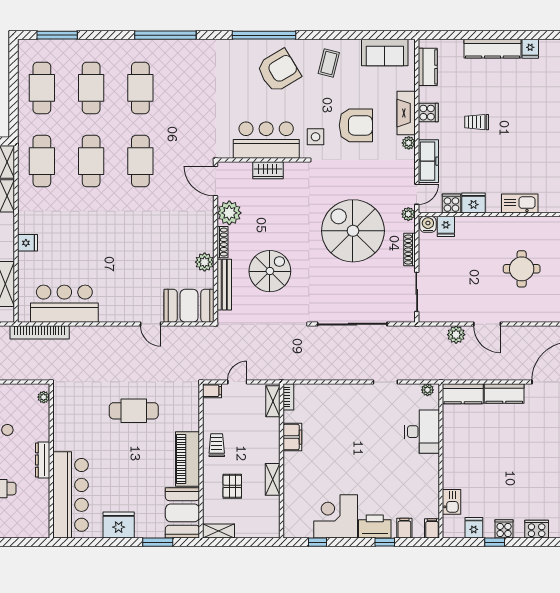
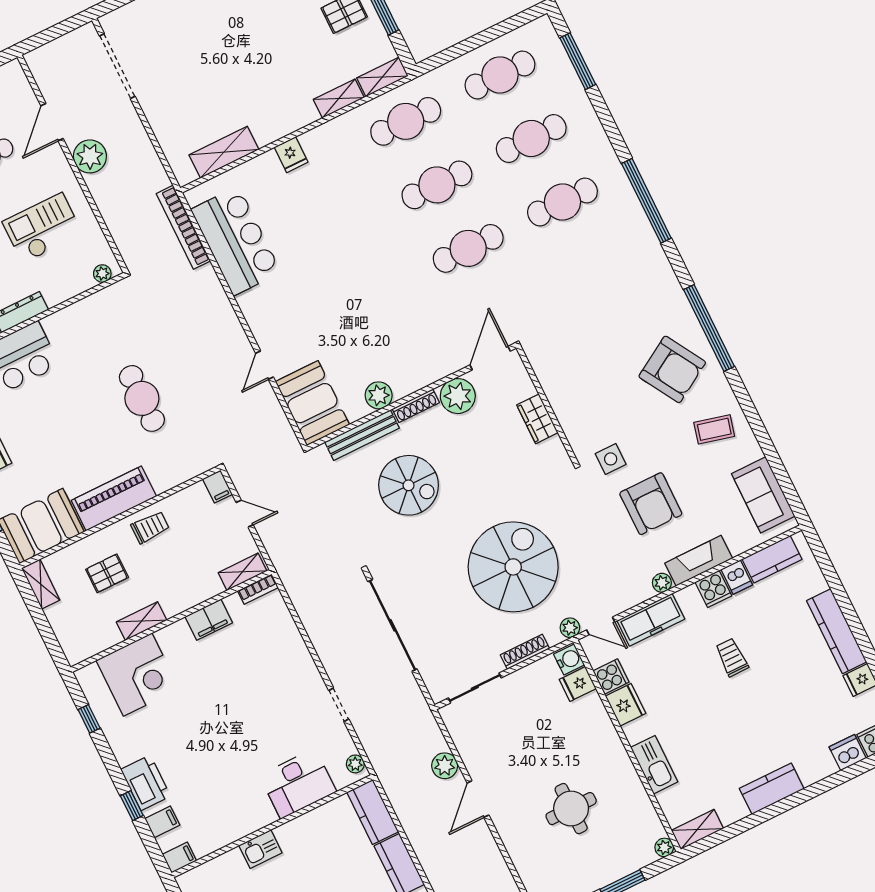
dishwasher: (428, 94) -> (737, 577), added
bar counter: (266, 140) -> (575, 397), removed
kitchen sink: (452, 502) -> (260, 849), moved
corner desk: (336, 516) -> (138, 675), moved, turned 90

